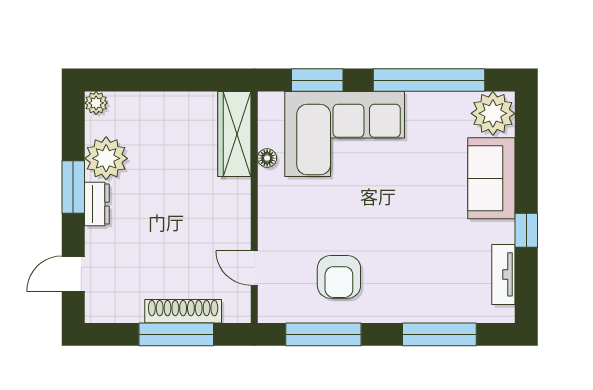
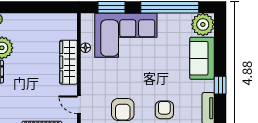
wardrobe: (234, 134) -> (69, 62), moved
armchair: (419, 278) -> (164, 110), added

